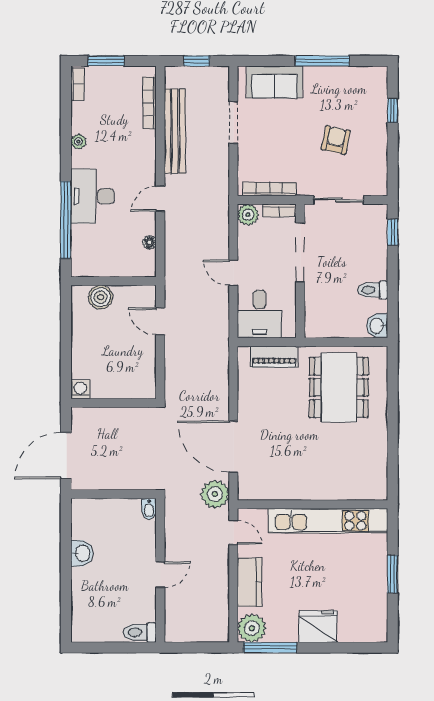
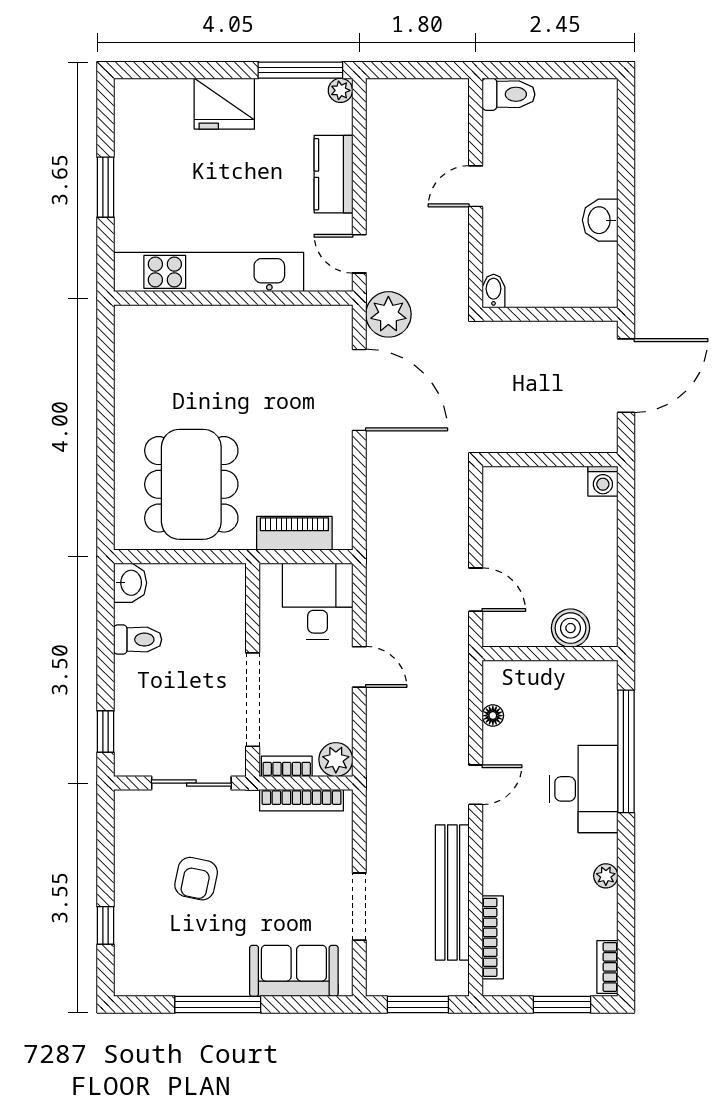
window: (197, 61) -> (418, 1004), width x1.50
plant: (252, 628) -> (340, 90), width x0.53, depth x0.53

